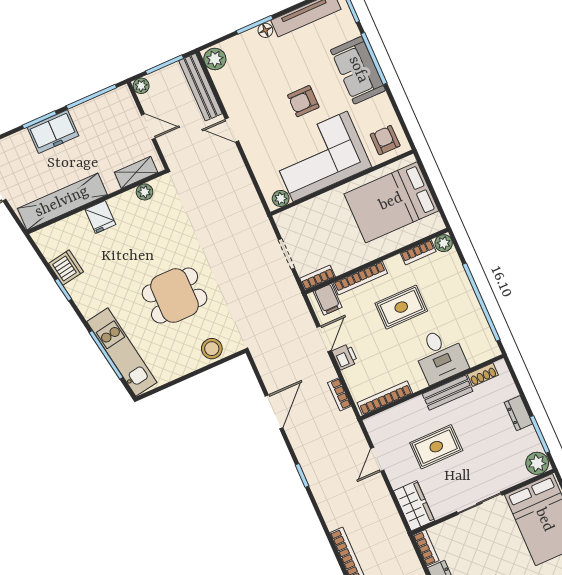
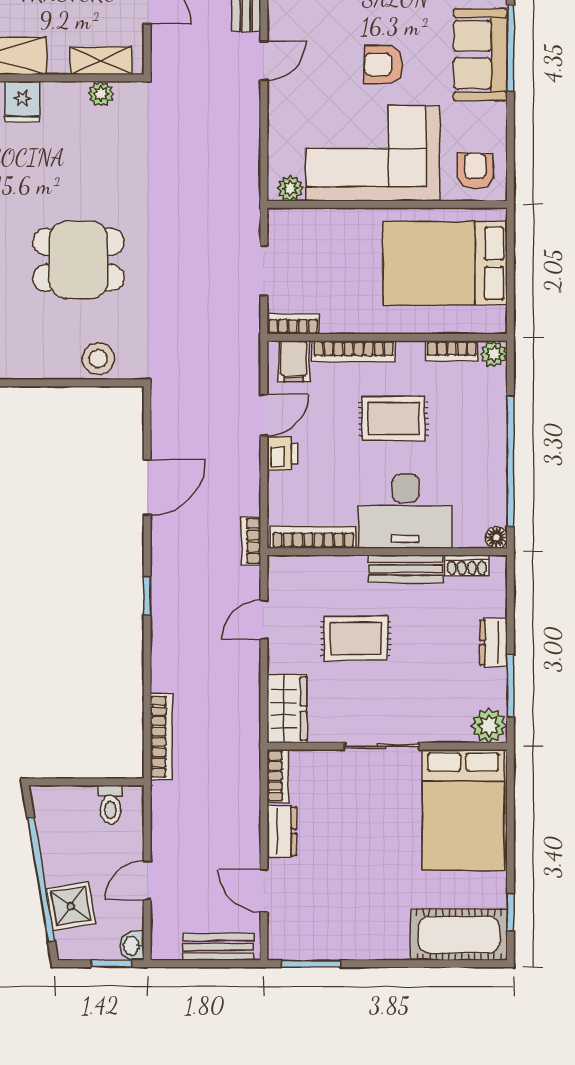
door: (232, 130) -> (264, 61), swing flipped
floor lamp: (493, 351) -> (496, 537), added
desk: (440, 355) -> (405, 511), width x1.37
bookcase: (339, 394) -> (251, 541), moved

